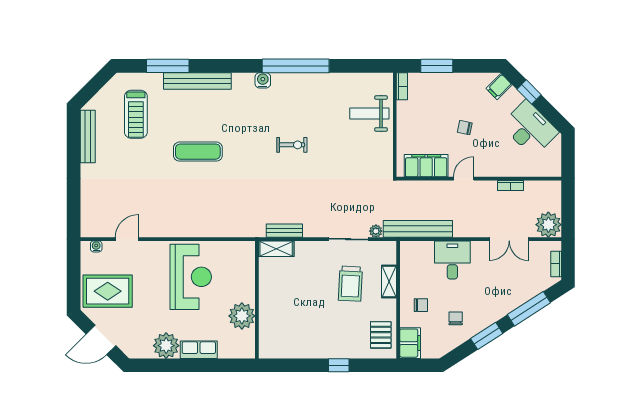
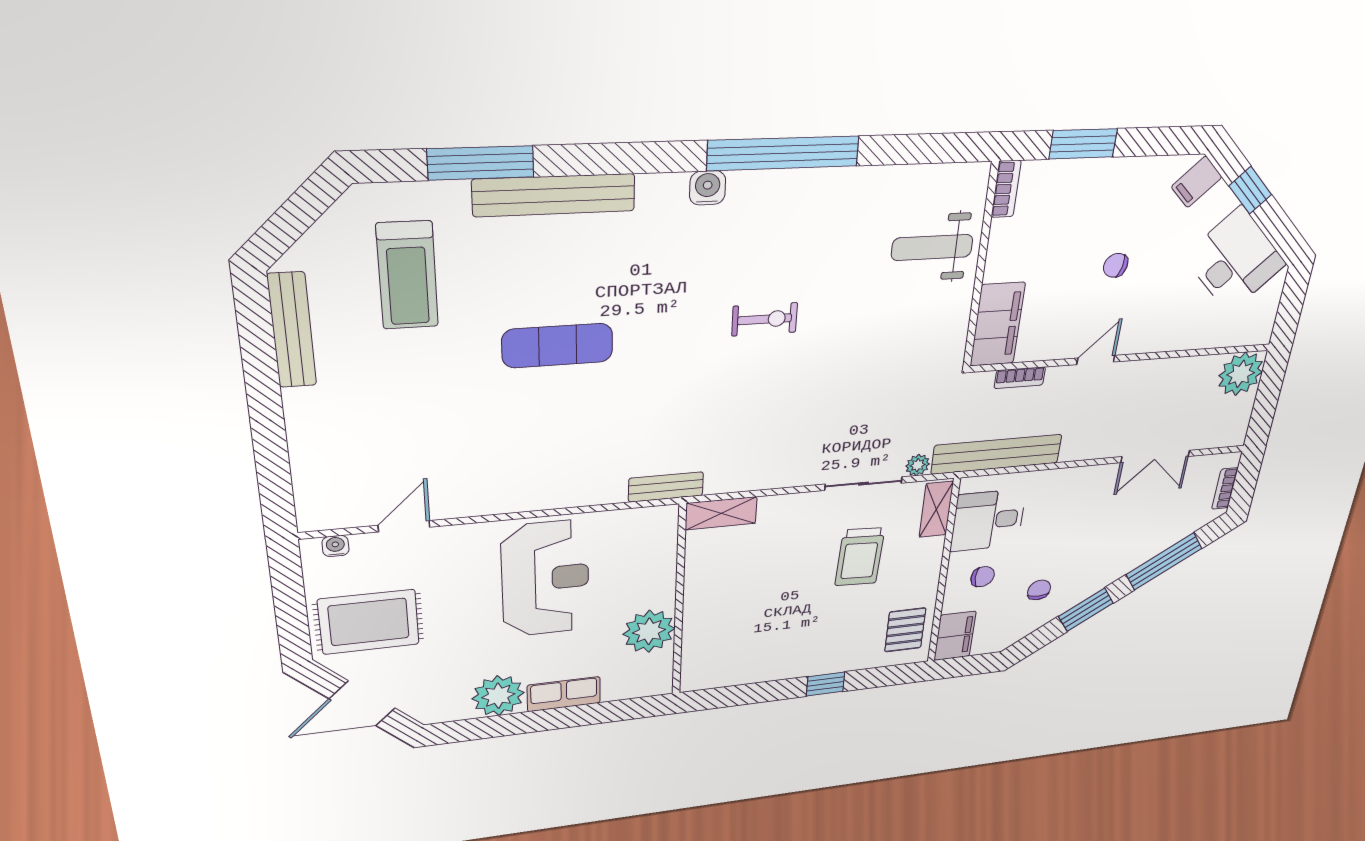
filing cabinet: (426, 166) -> (997, 324), moved, turned 90
bookcase: (510, 185) -> (1020, 378), moved
plant: (548, 225) -> (1241, 374), moved
bench: (284, 231) -> (666, 487), moved
desk: (452, 260) -> (988, 520), moved, turned -90
shelving: (389, 282) -> (936, 509), moved

